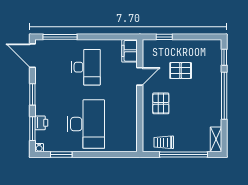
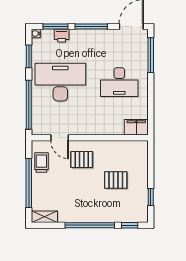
window: (164, 37) -> (151, 197), moved
pallet: (181, 71) -> (116, 180), turned 90
door: (140, 76) -> (60, 138), moved
window: (32, 94) -> (91, 26), width x1.44
desk: (86, 124) -> (60, 82), turned 180
window: (108, 154) -> (29, 105), added

